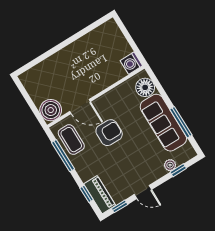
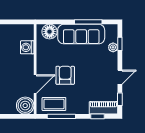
washing machine: (131, 63) -> (27, 47), moved, turned 90

